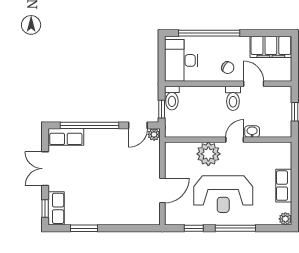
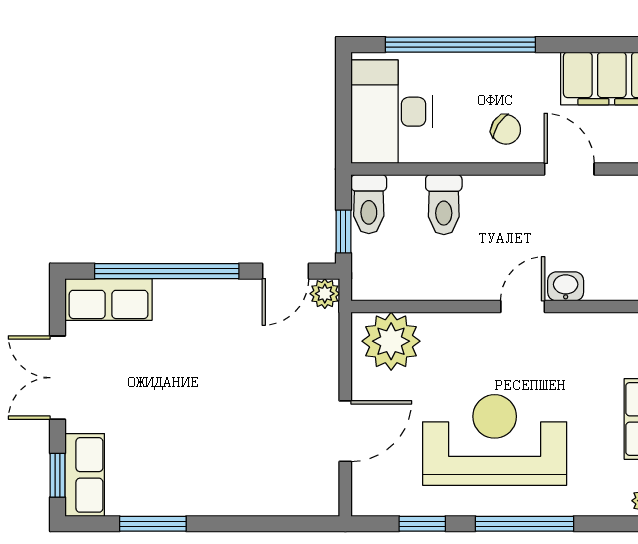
toilet: (233, 98) -> (444, 205), moved
plant: (208, 154) -> (391, 341), moved
reception desk: (223, 194) -> (495, 440), turned 180

